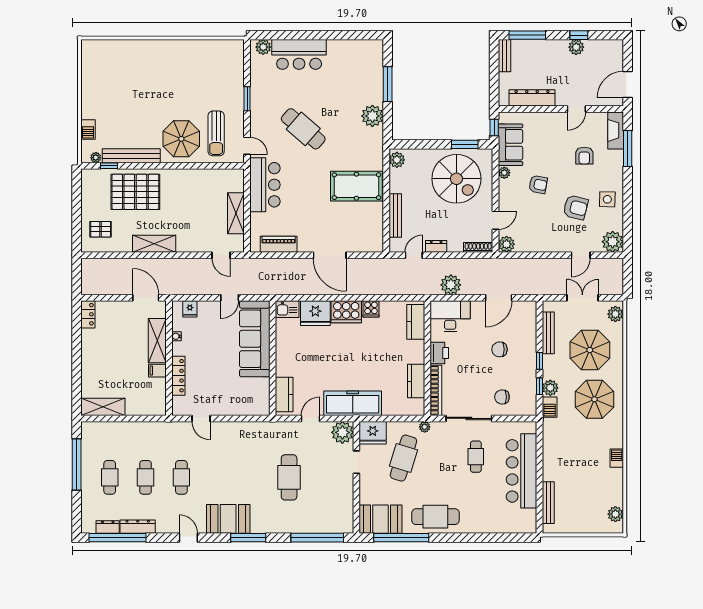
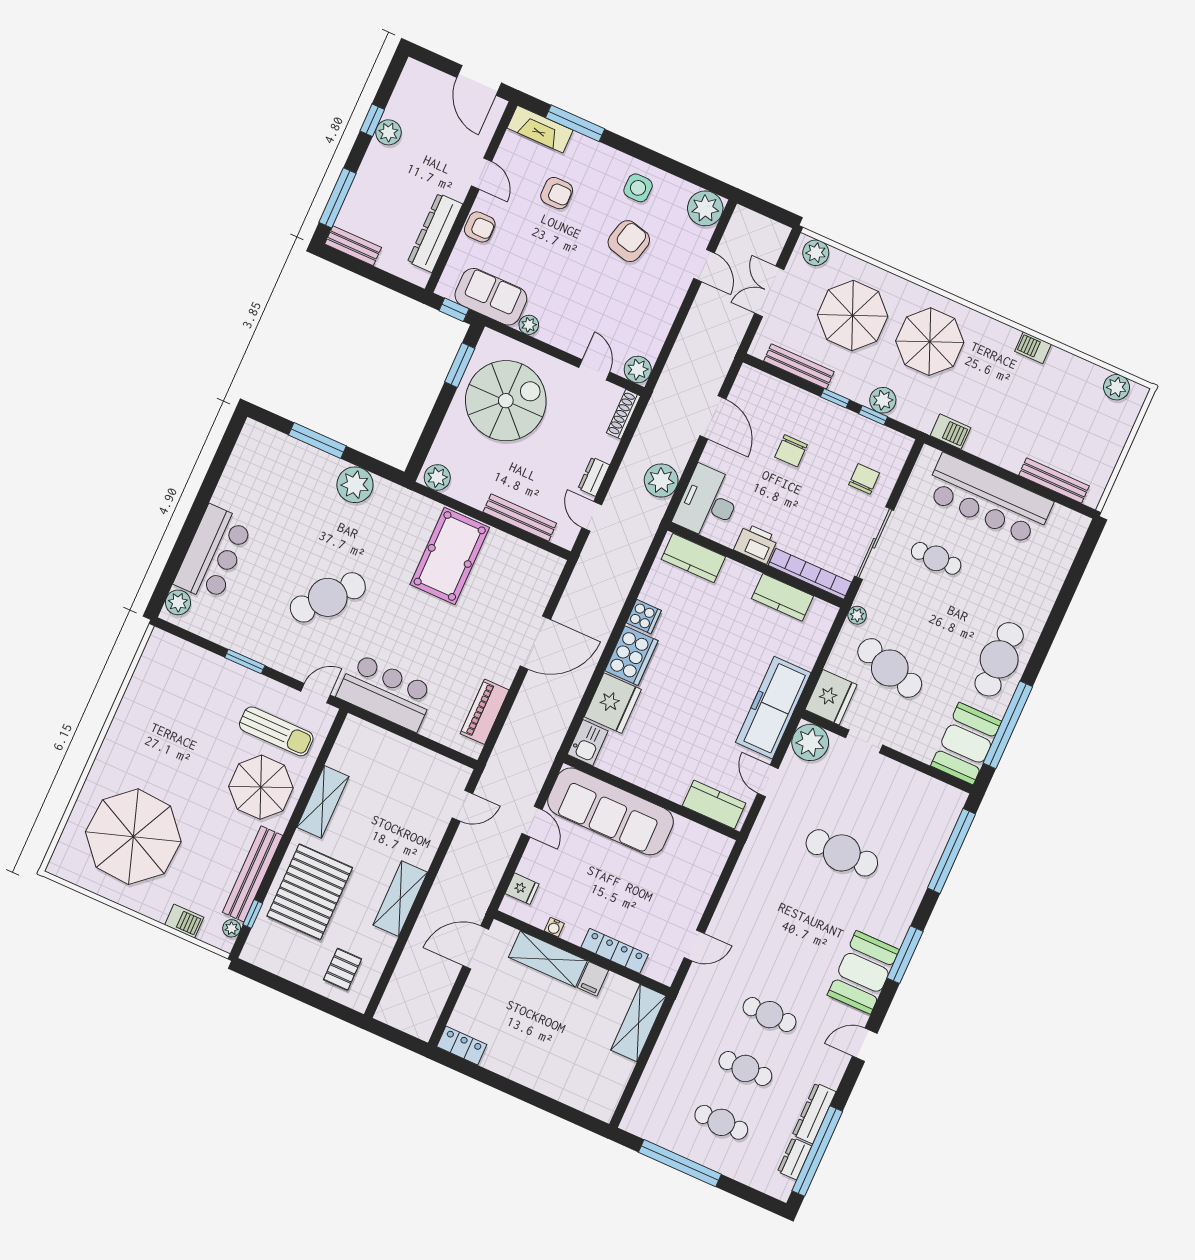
parasol: (122, 80) -> (133, 837), added
armchair: (538, 184) -> (480, 227), moved, turned 79
shelving: (236, 213) -> (323, 802), moved, turned 90
chair: (502, 397) -> (864, 479), turned 180
shelving: (103, 407) -> (639, 1023), moved
barbecue: (550, 407) -> (950, 432), moved

